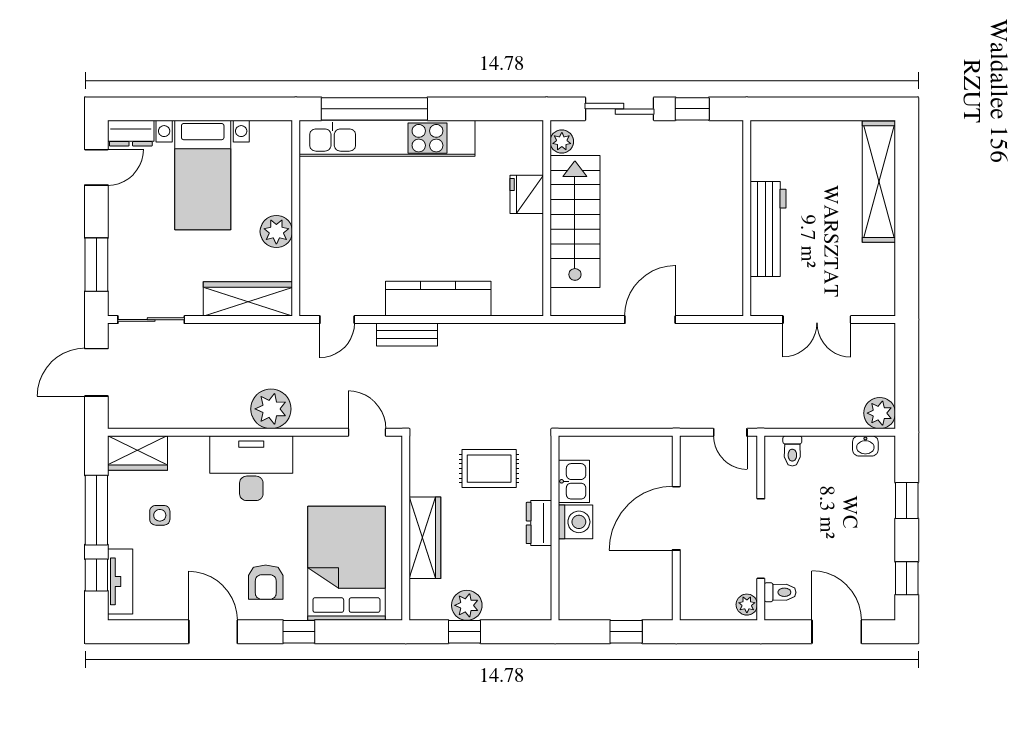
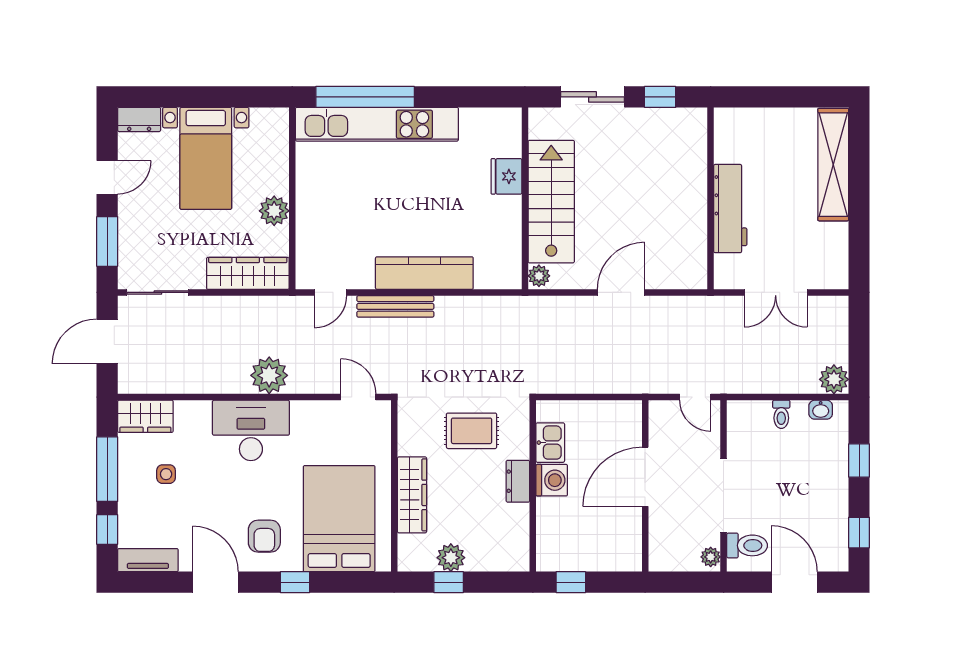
plant: (562, 142) -> (539, 276), moved
door: (96, 167) -> (107, 177), moved
bench: (407, 335) -> (395, 306), width x1.36
toilet: (792, 451) -> (781, 414), moved
tv unit: (120, 581) -> (148, 560), moved, turned -90
toilet: (780, 592) -> (747, 545), width x1.37, depth x1.39
window: (626, 632) -> (571, 582), moved

